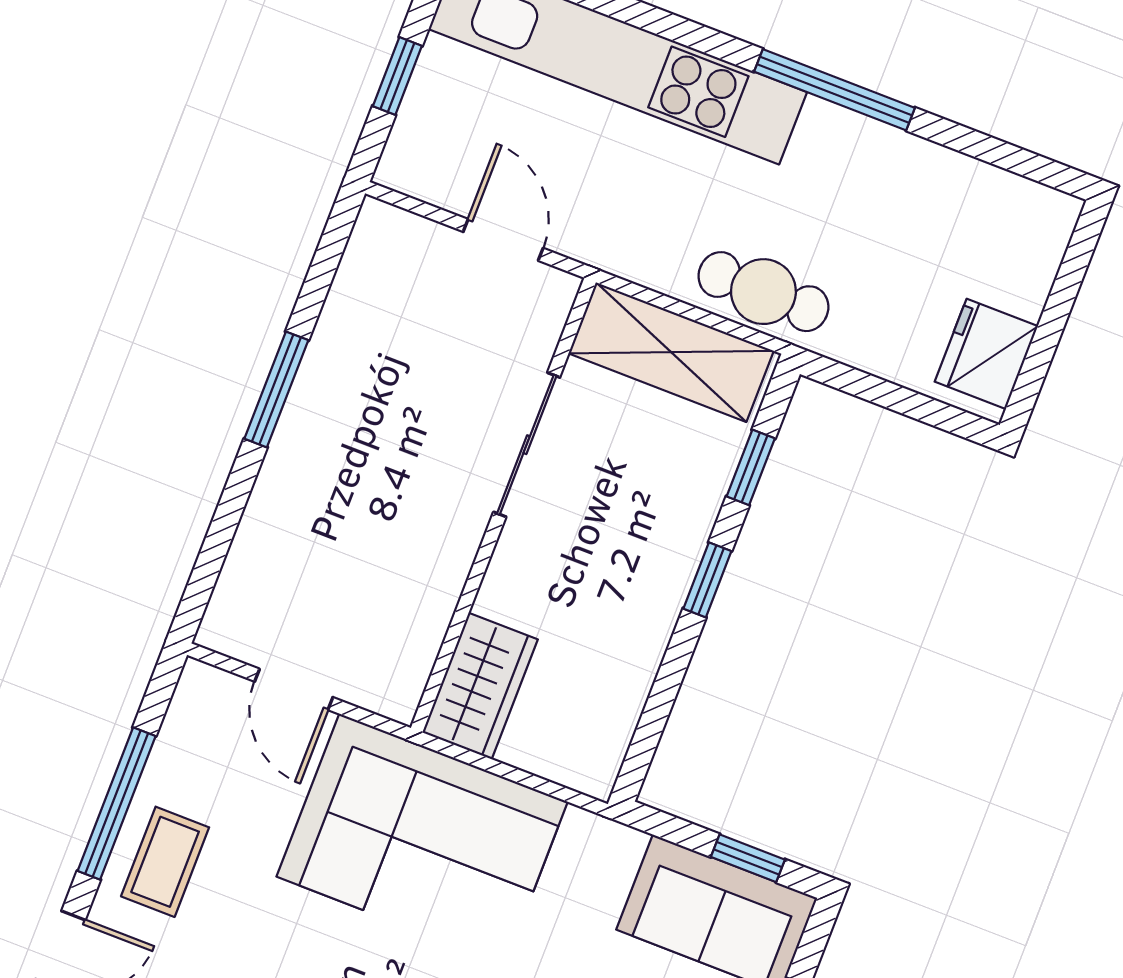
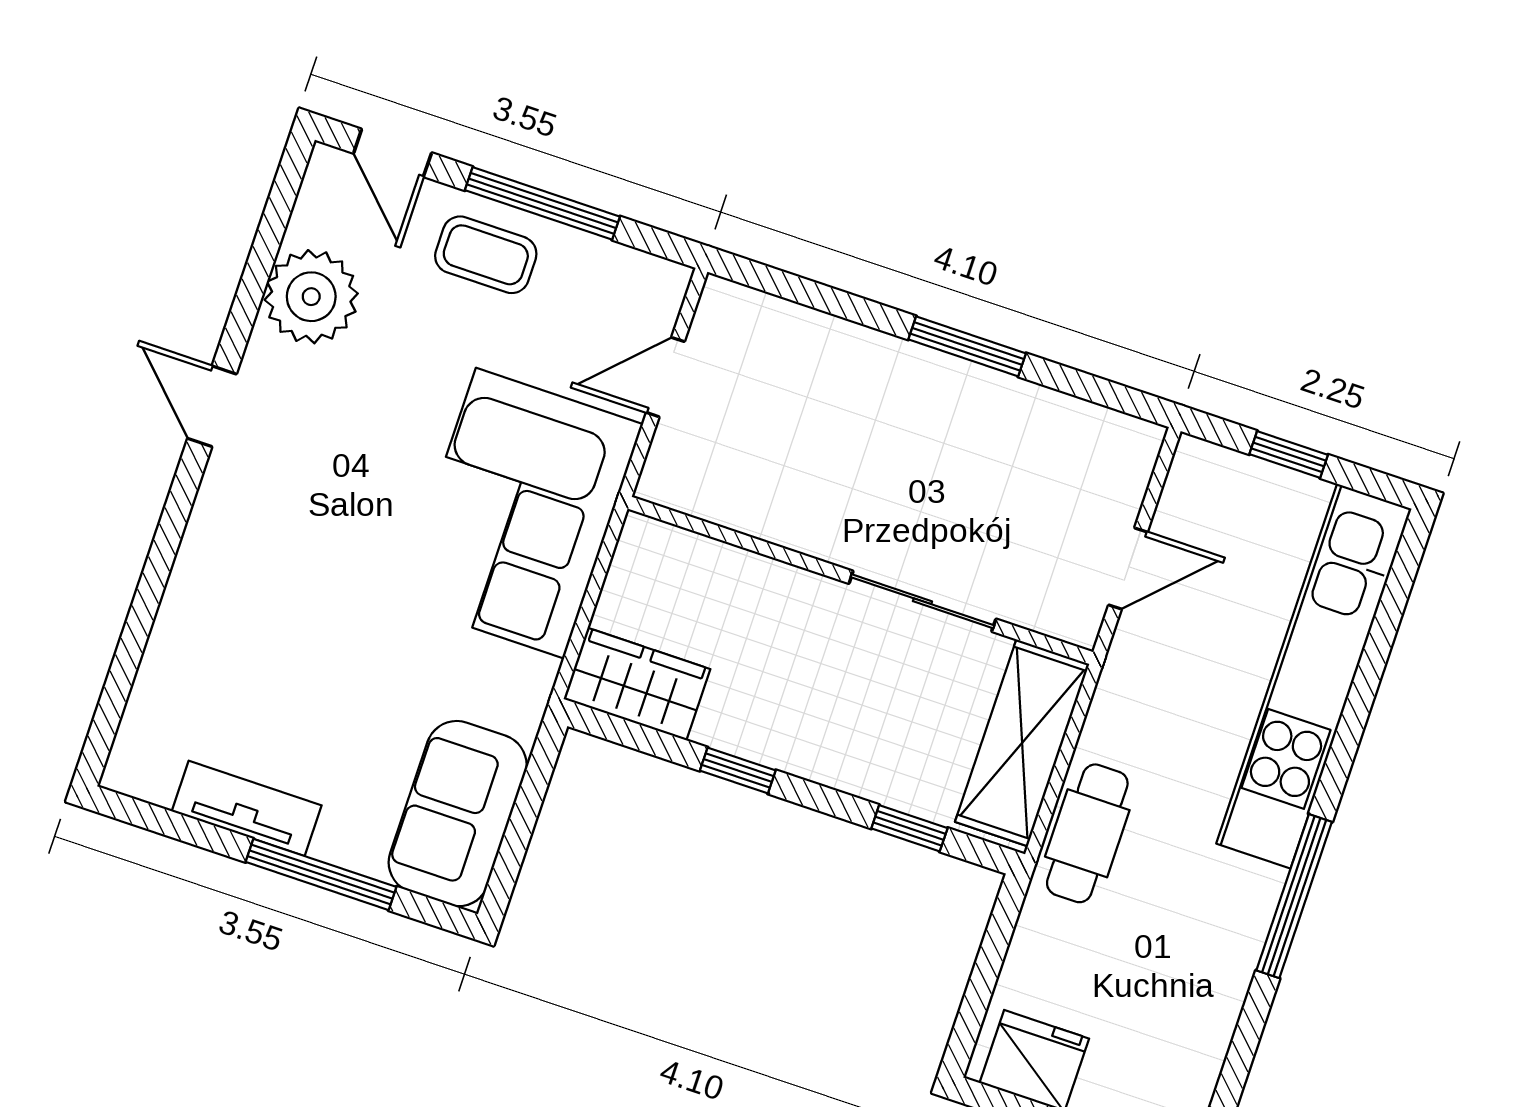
window: (707, 580) -> (738, 770), moved
wardrobe: (480, 686) -> (637, 684), moved, turned 180
window: (748, 858) -> (515, 843), removed

